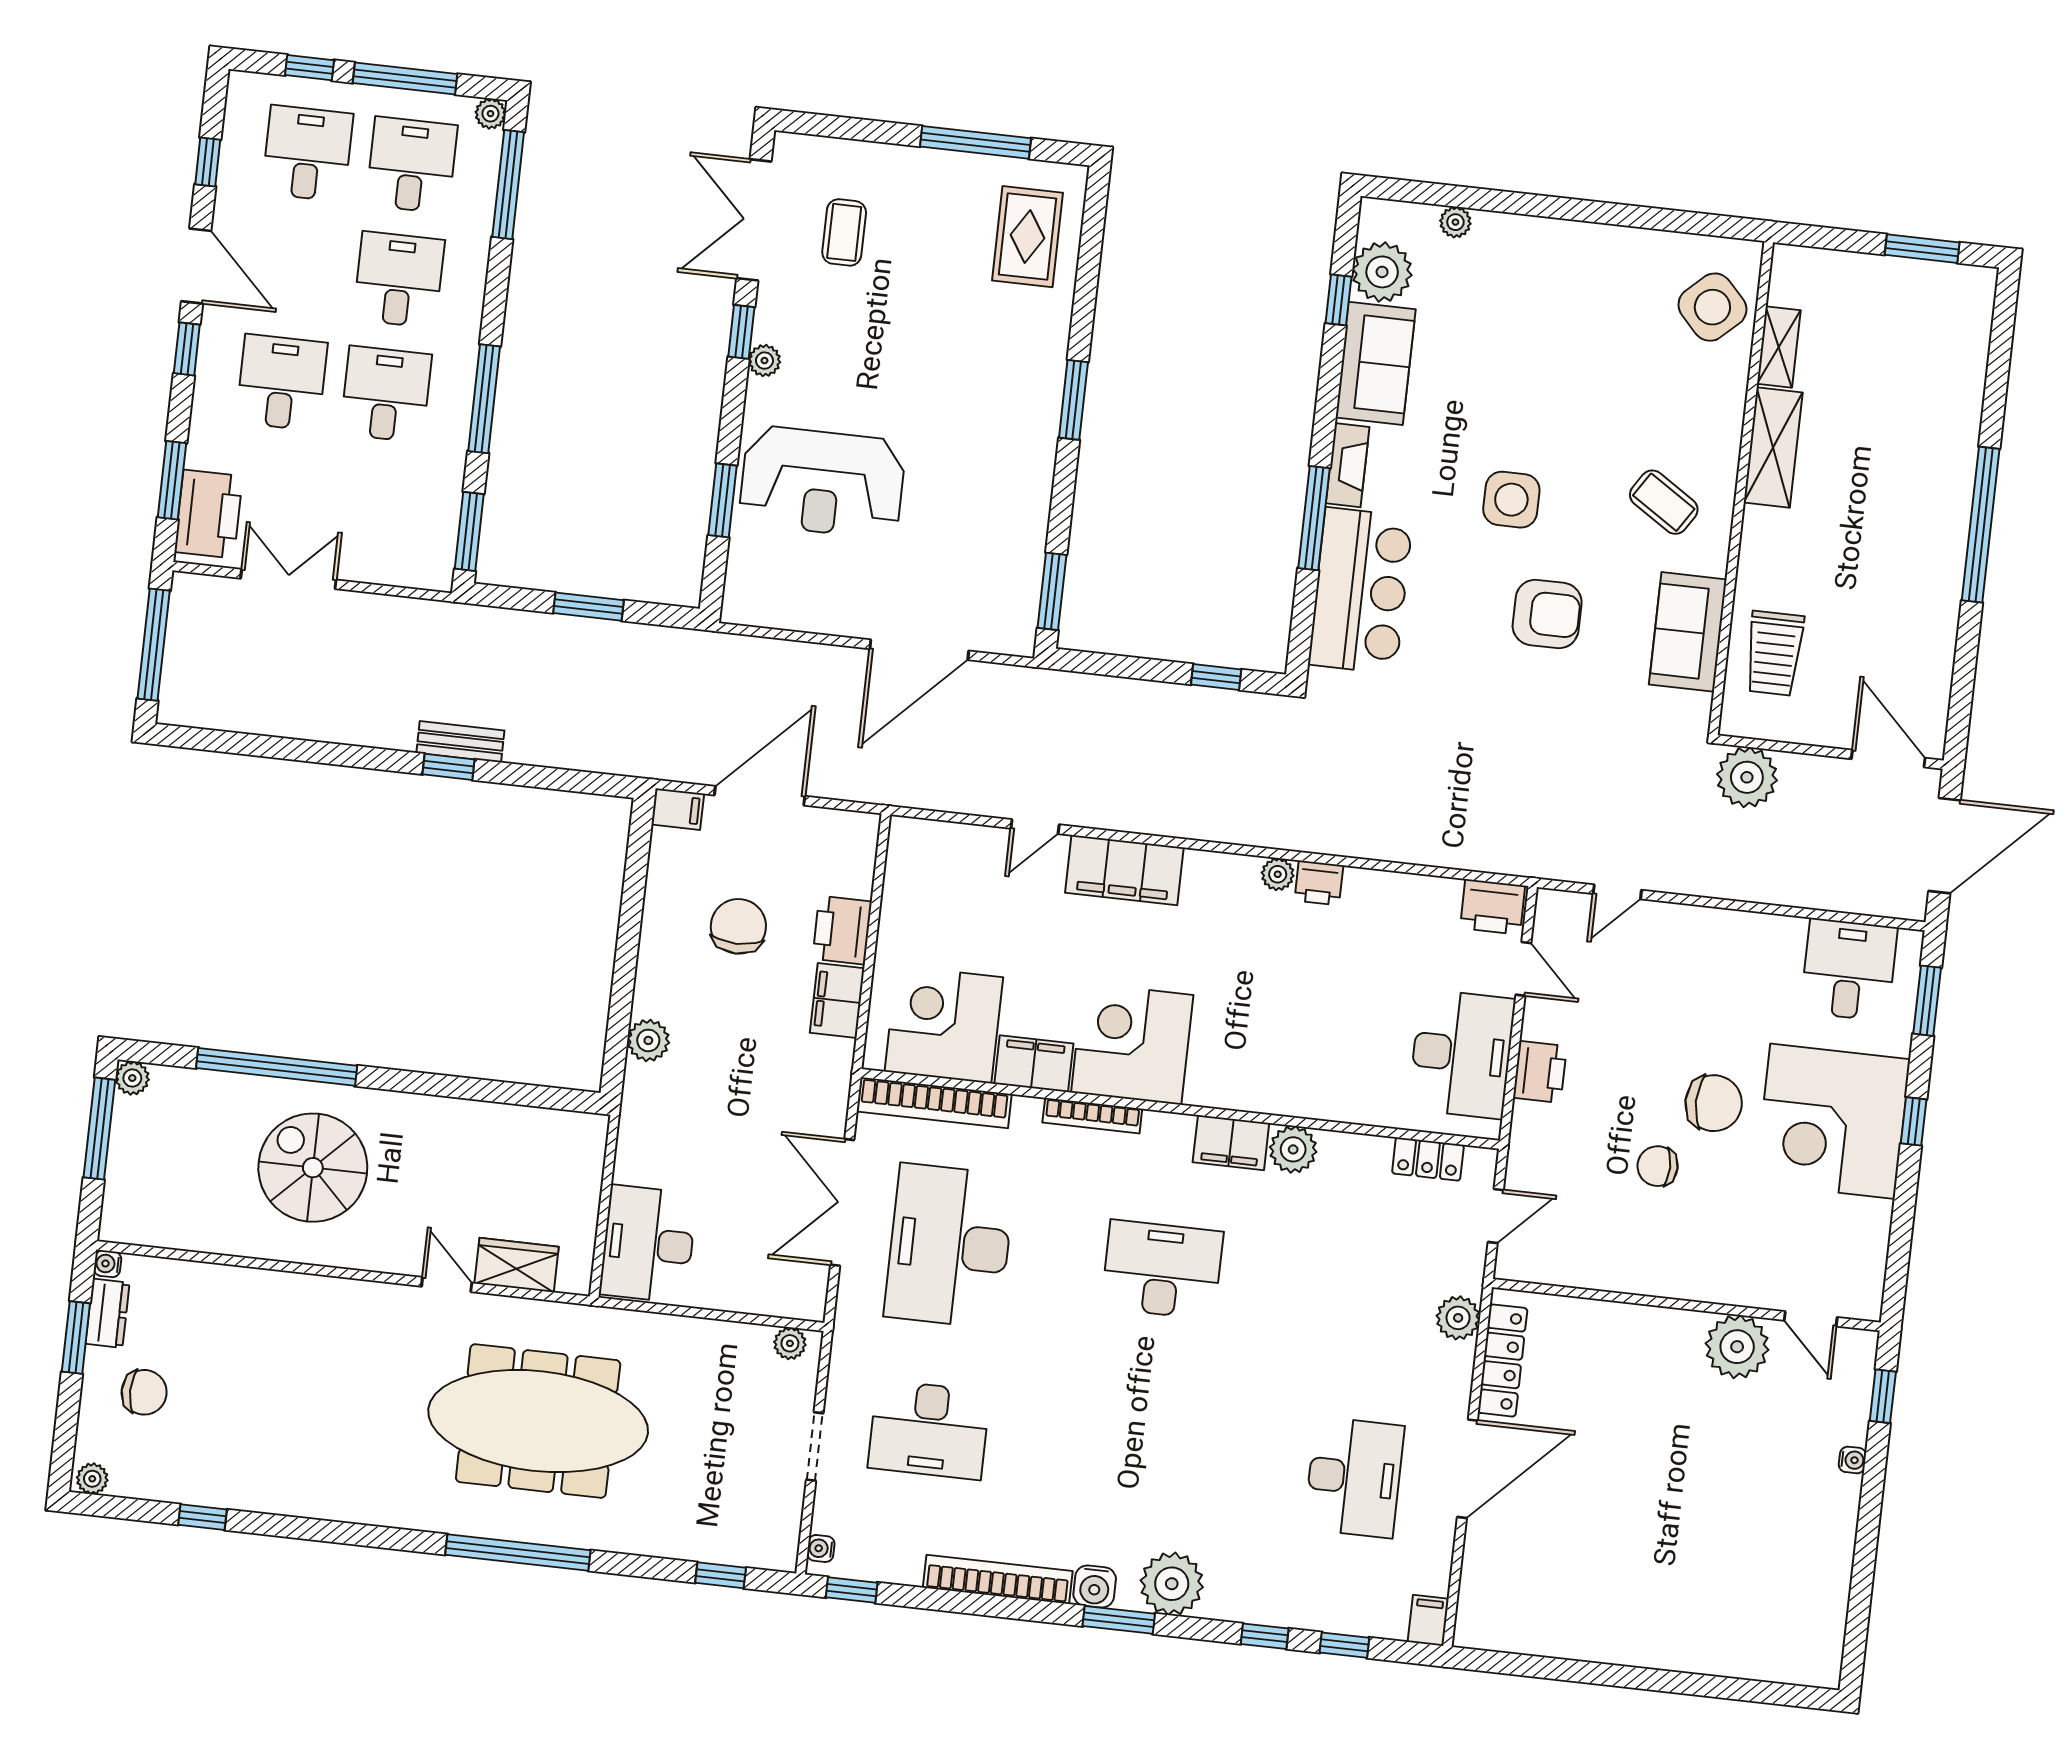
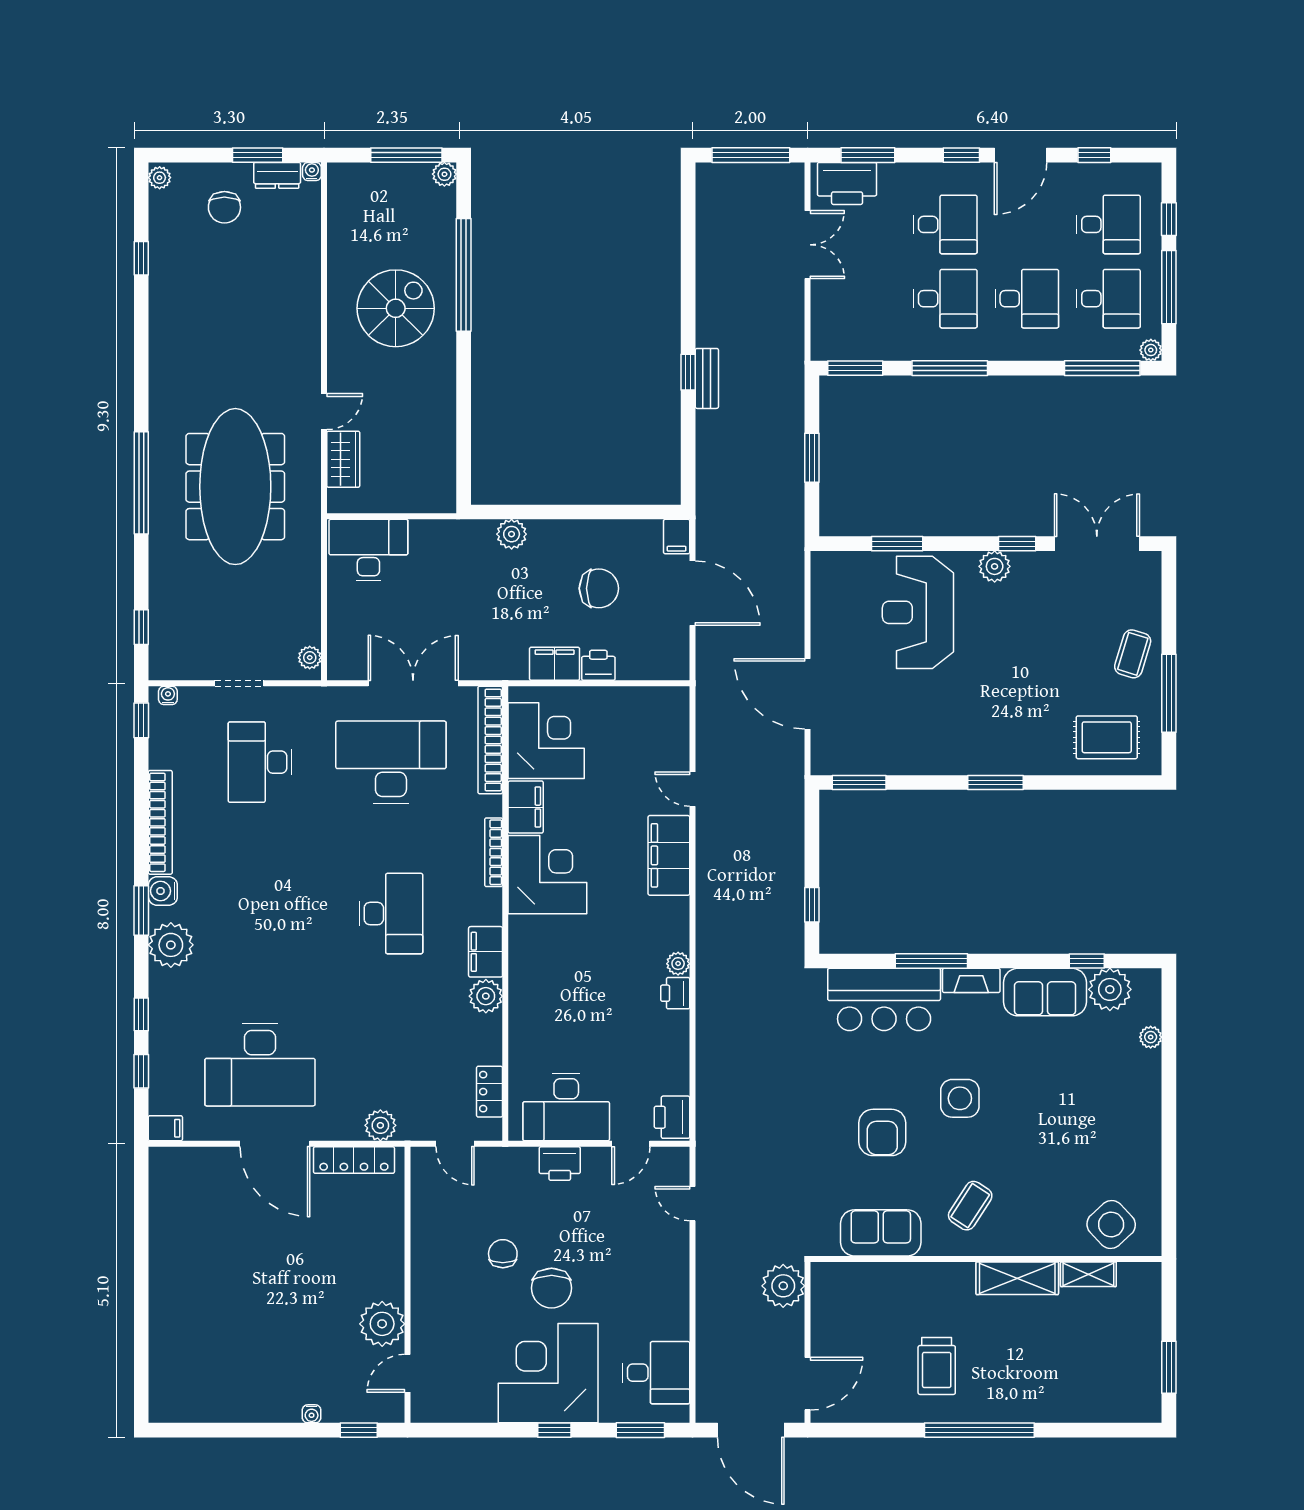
coffee table: (844, 232) -> (1133, 654), moved, turned -73
plant: (764, 361) -> (995, 566), width x1.38, depth x1.38
trolley: (1774, 653) -> (937, 1366), moved, turned -90
printer: (842, 930) -> (598, 665), width x0.73, depth x0.81
desk: (1354, 1477) -> (260, 1065), width x1.36, depth x1.30

